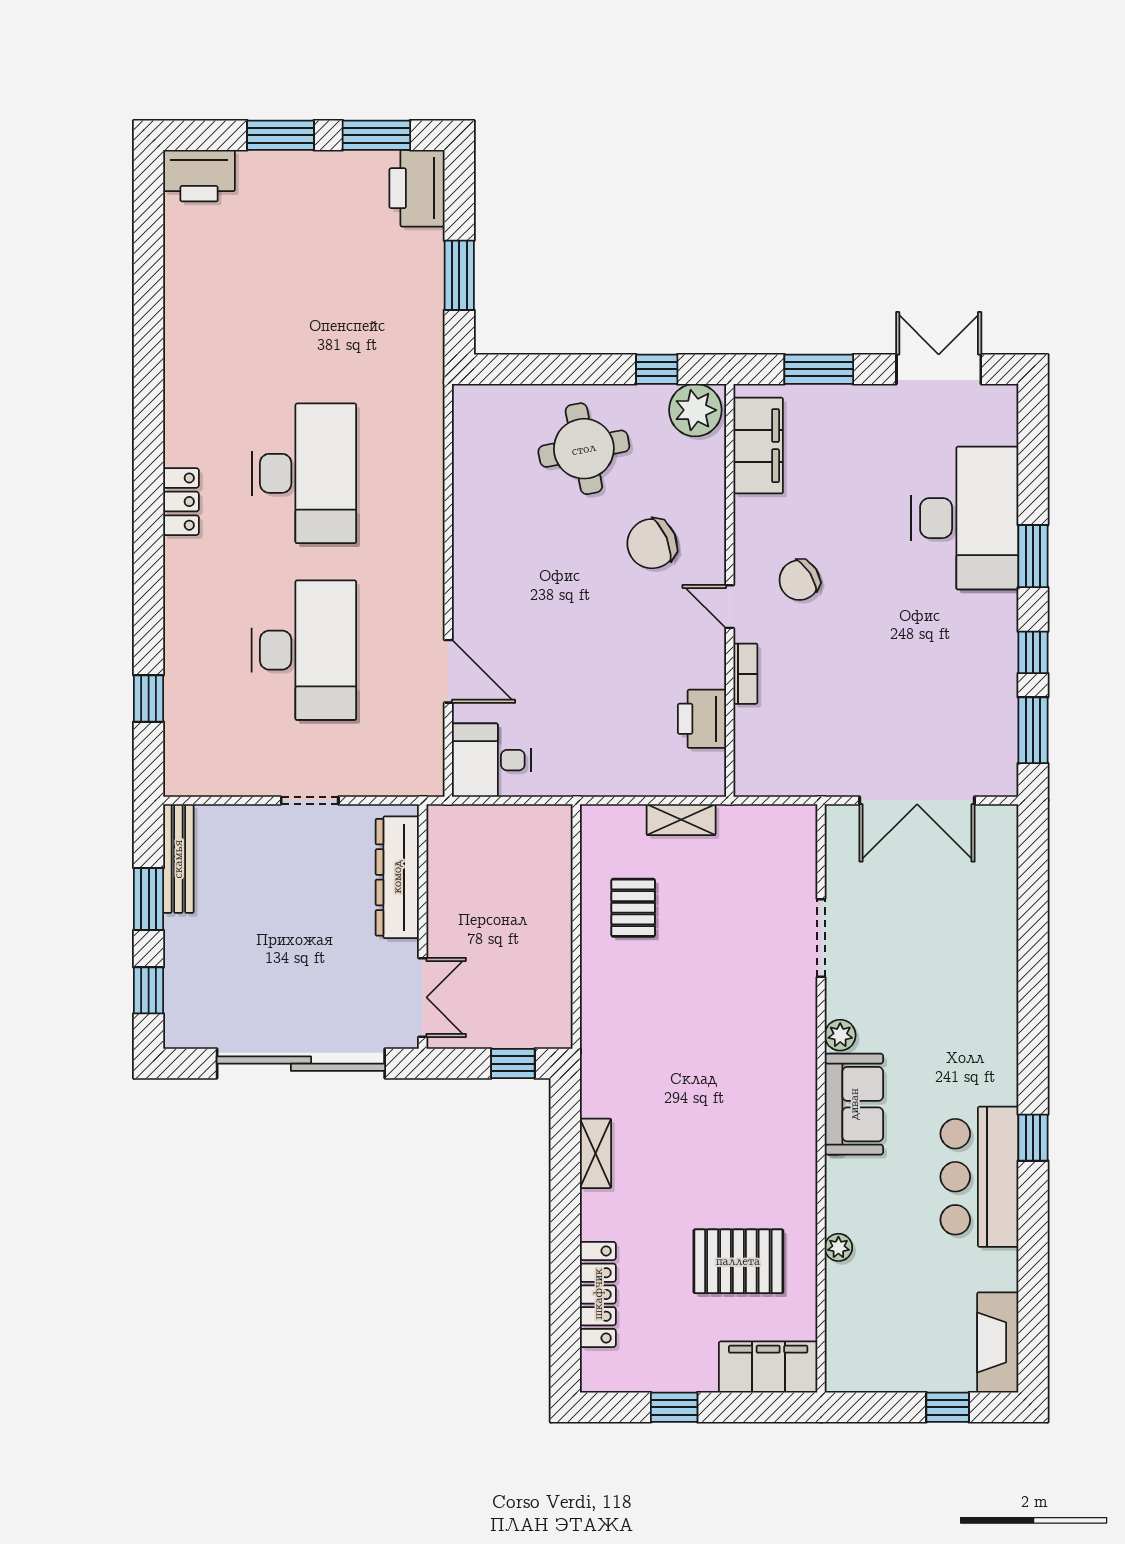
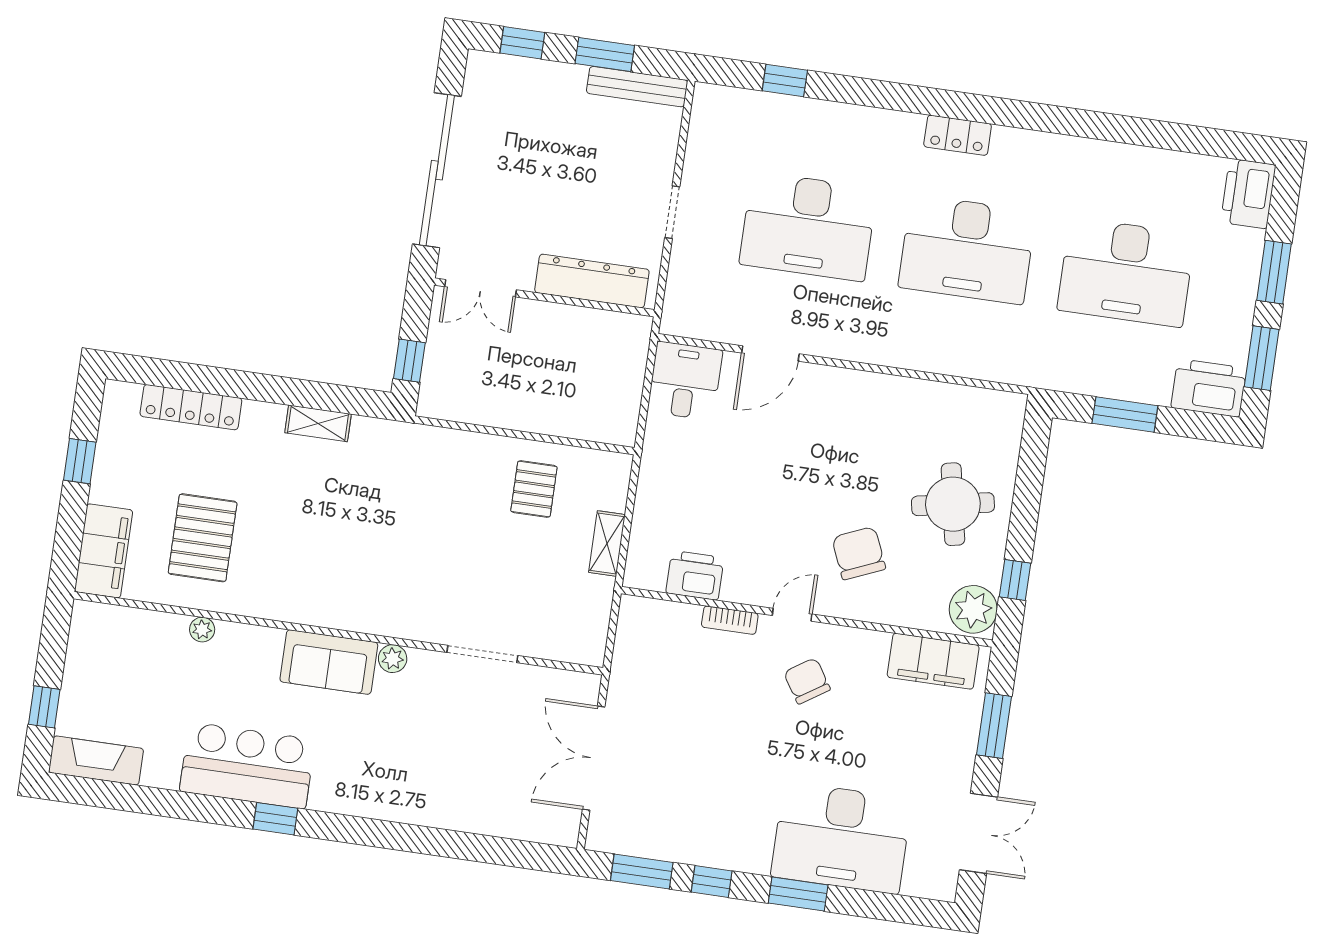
desk: (304, 296) -> (1126, 272), added
pallet: (633, 908) -> (534, 489), turned 90

